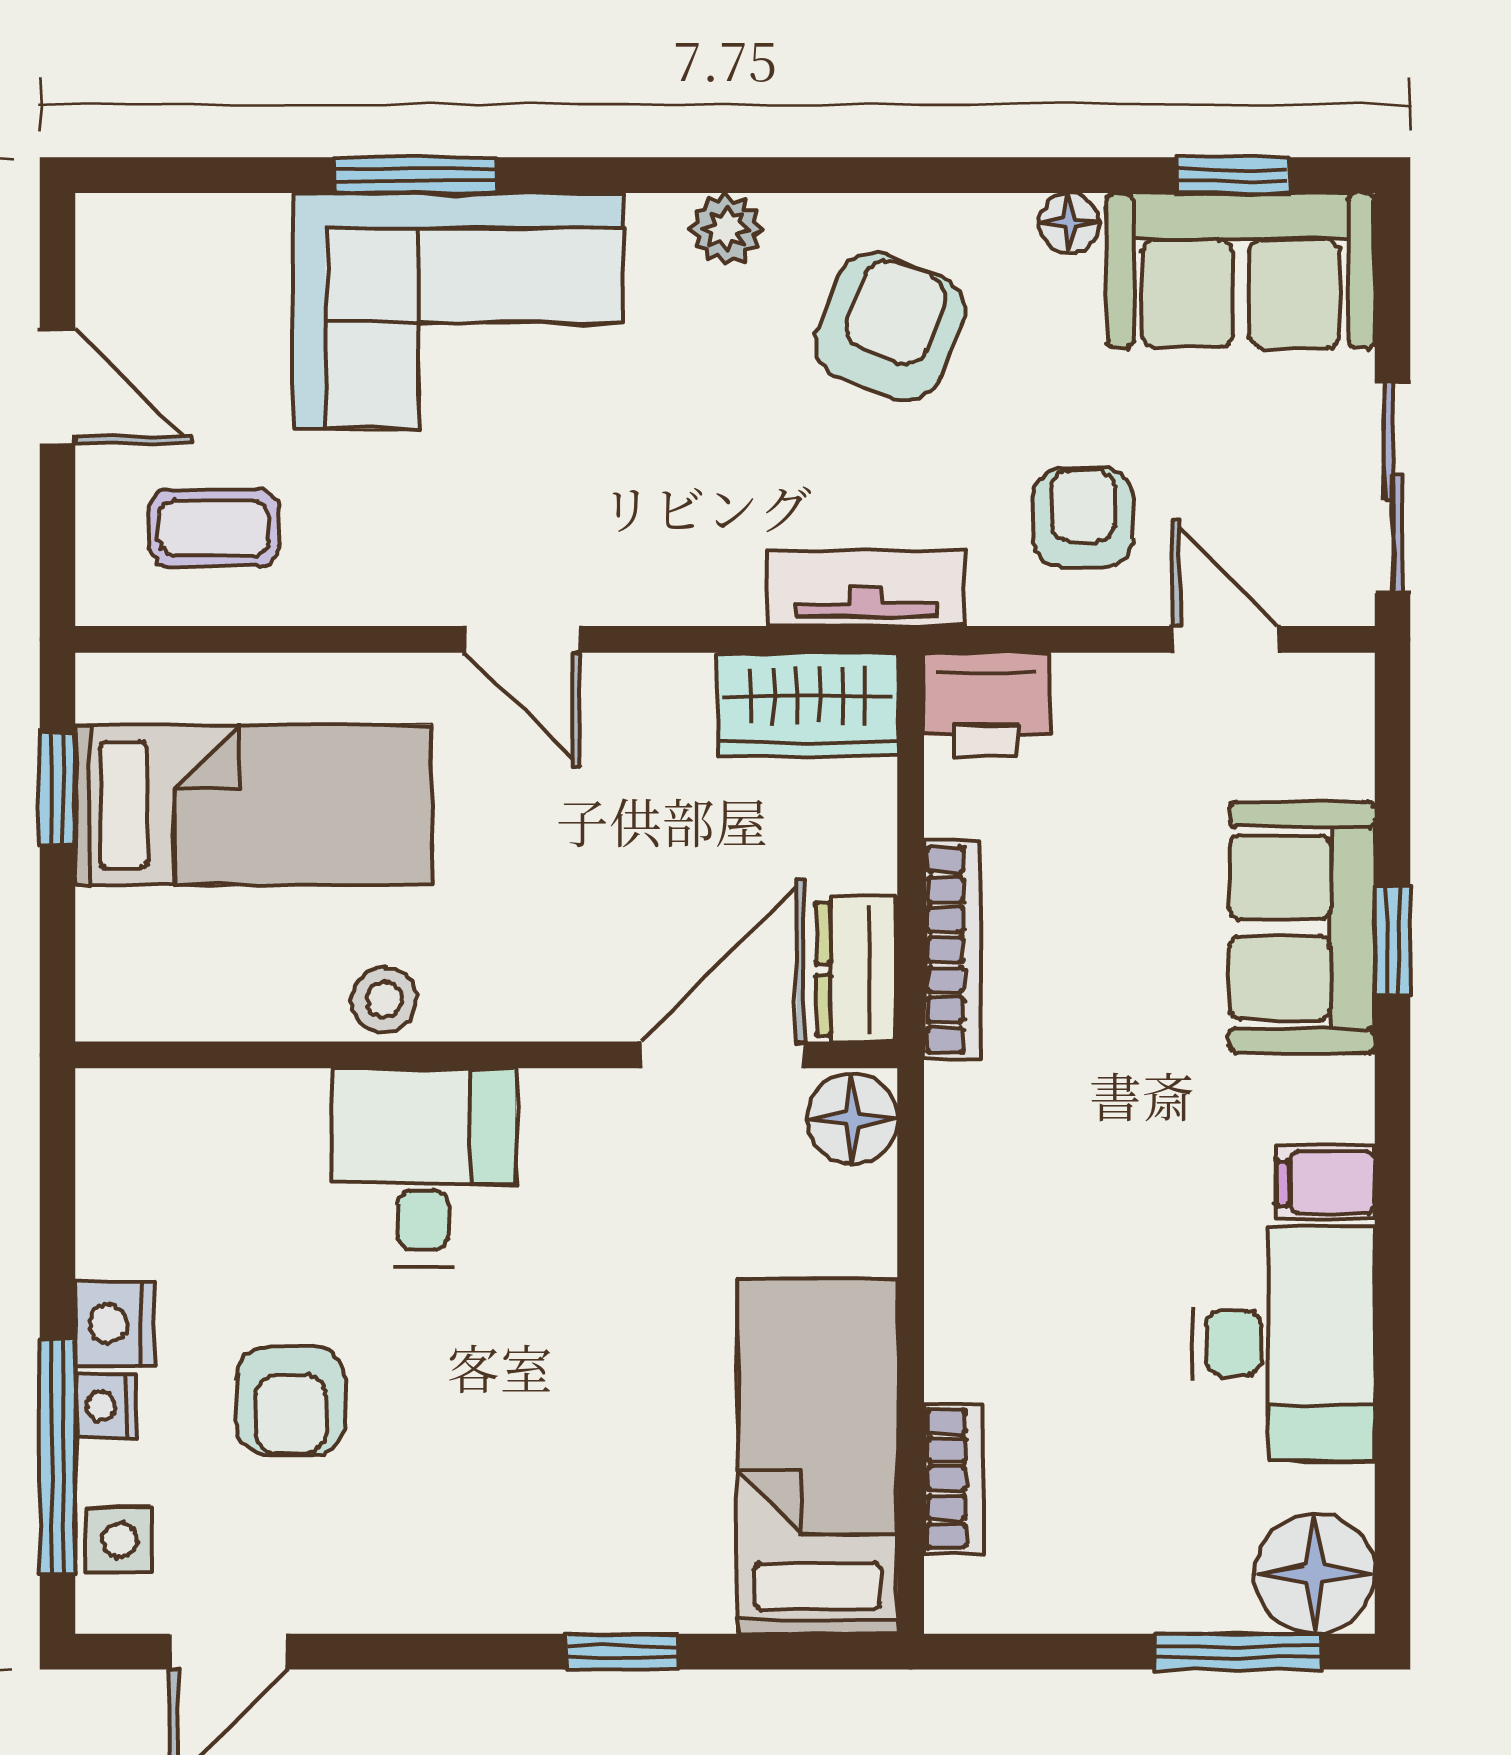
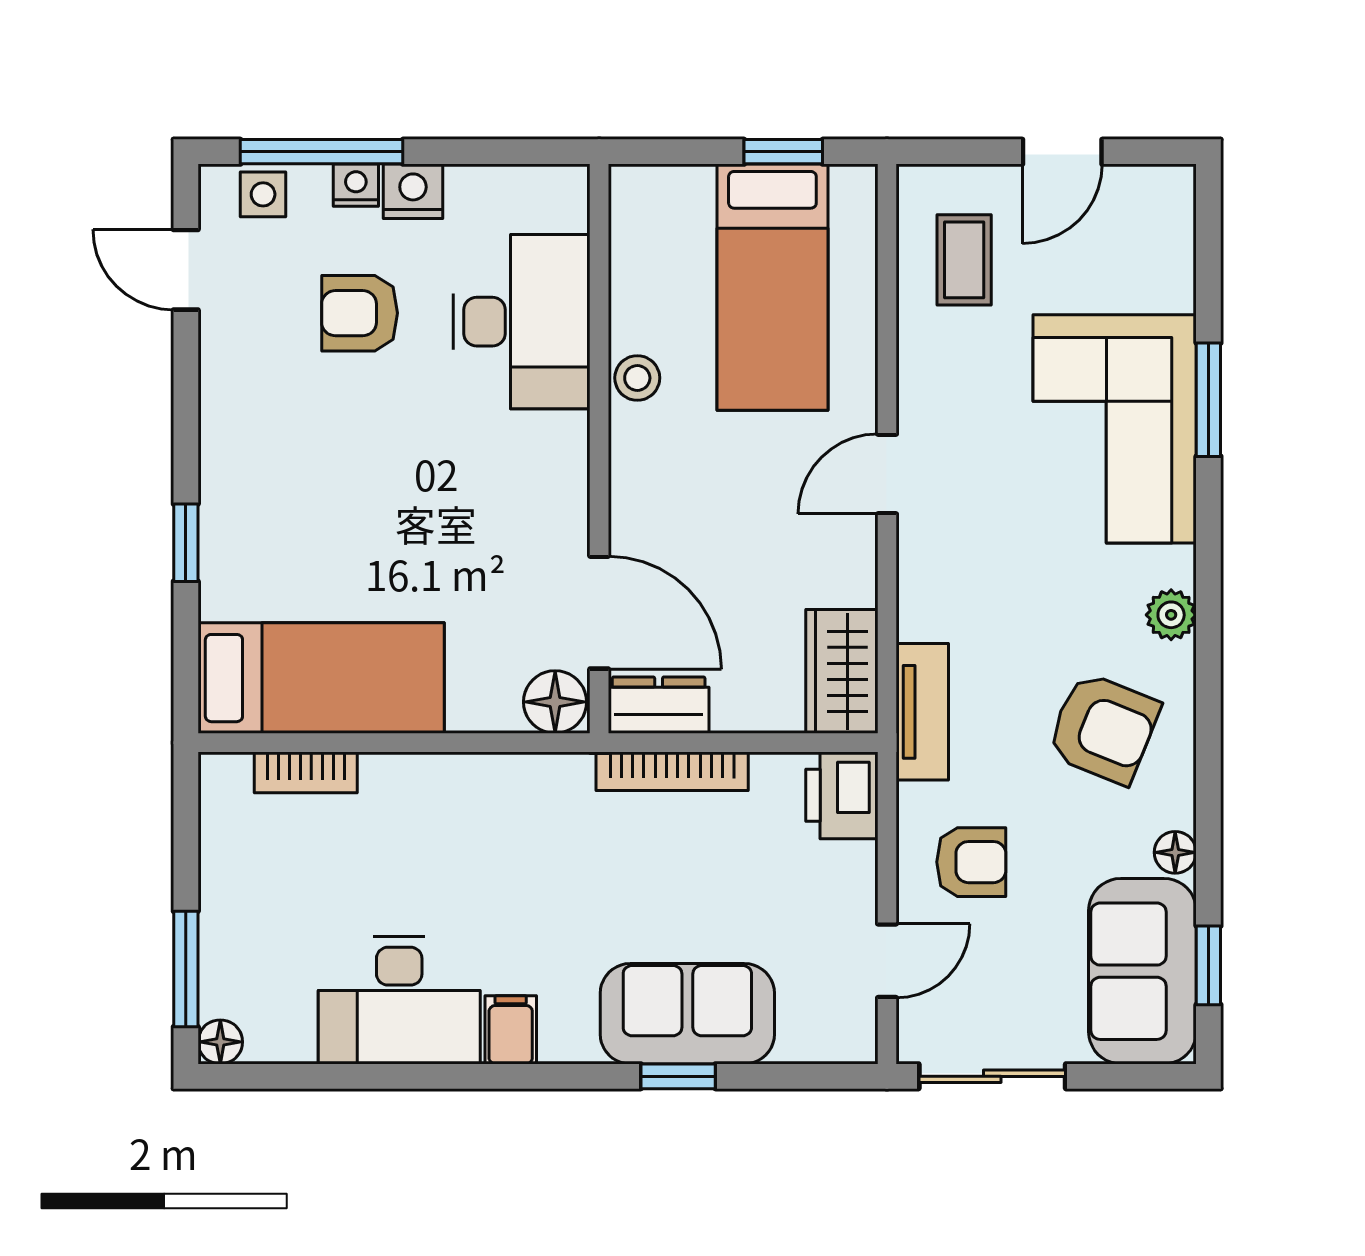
desk: (423, 1167) -> (522, 322), moved, width x1.37
floor lamp: (1315, 1574) -> (220, 1042), width x0.53, depth x0.53

